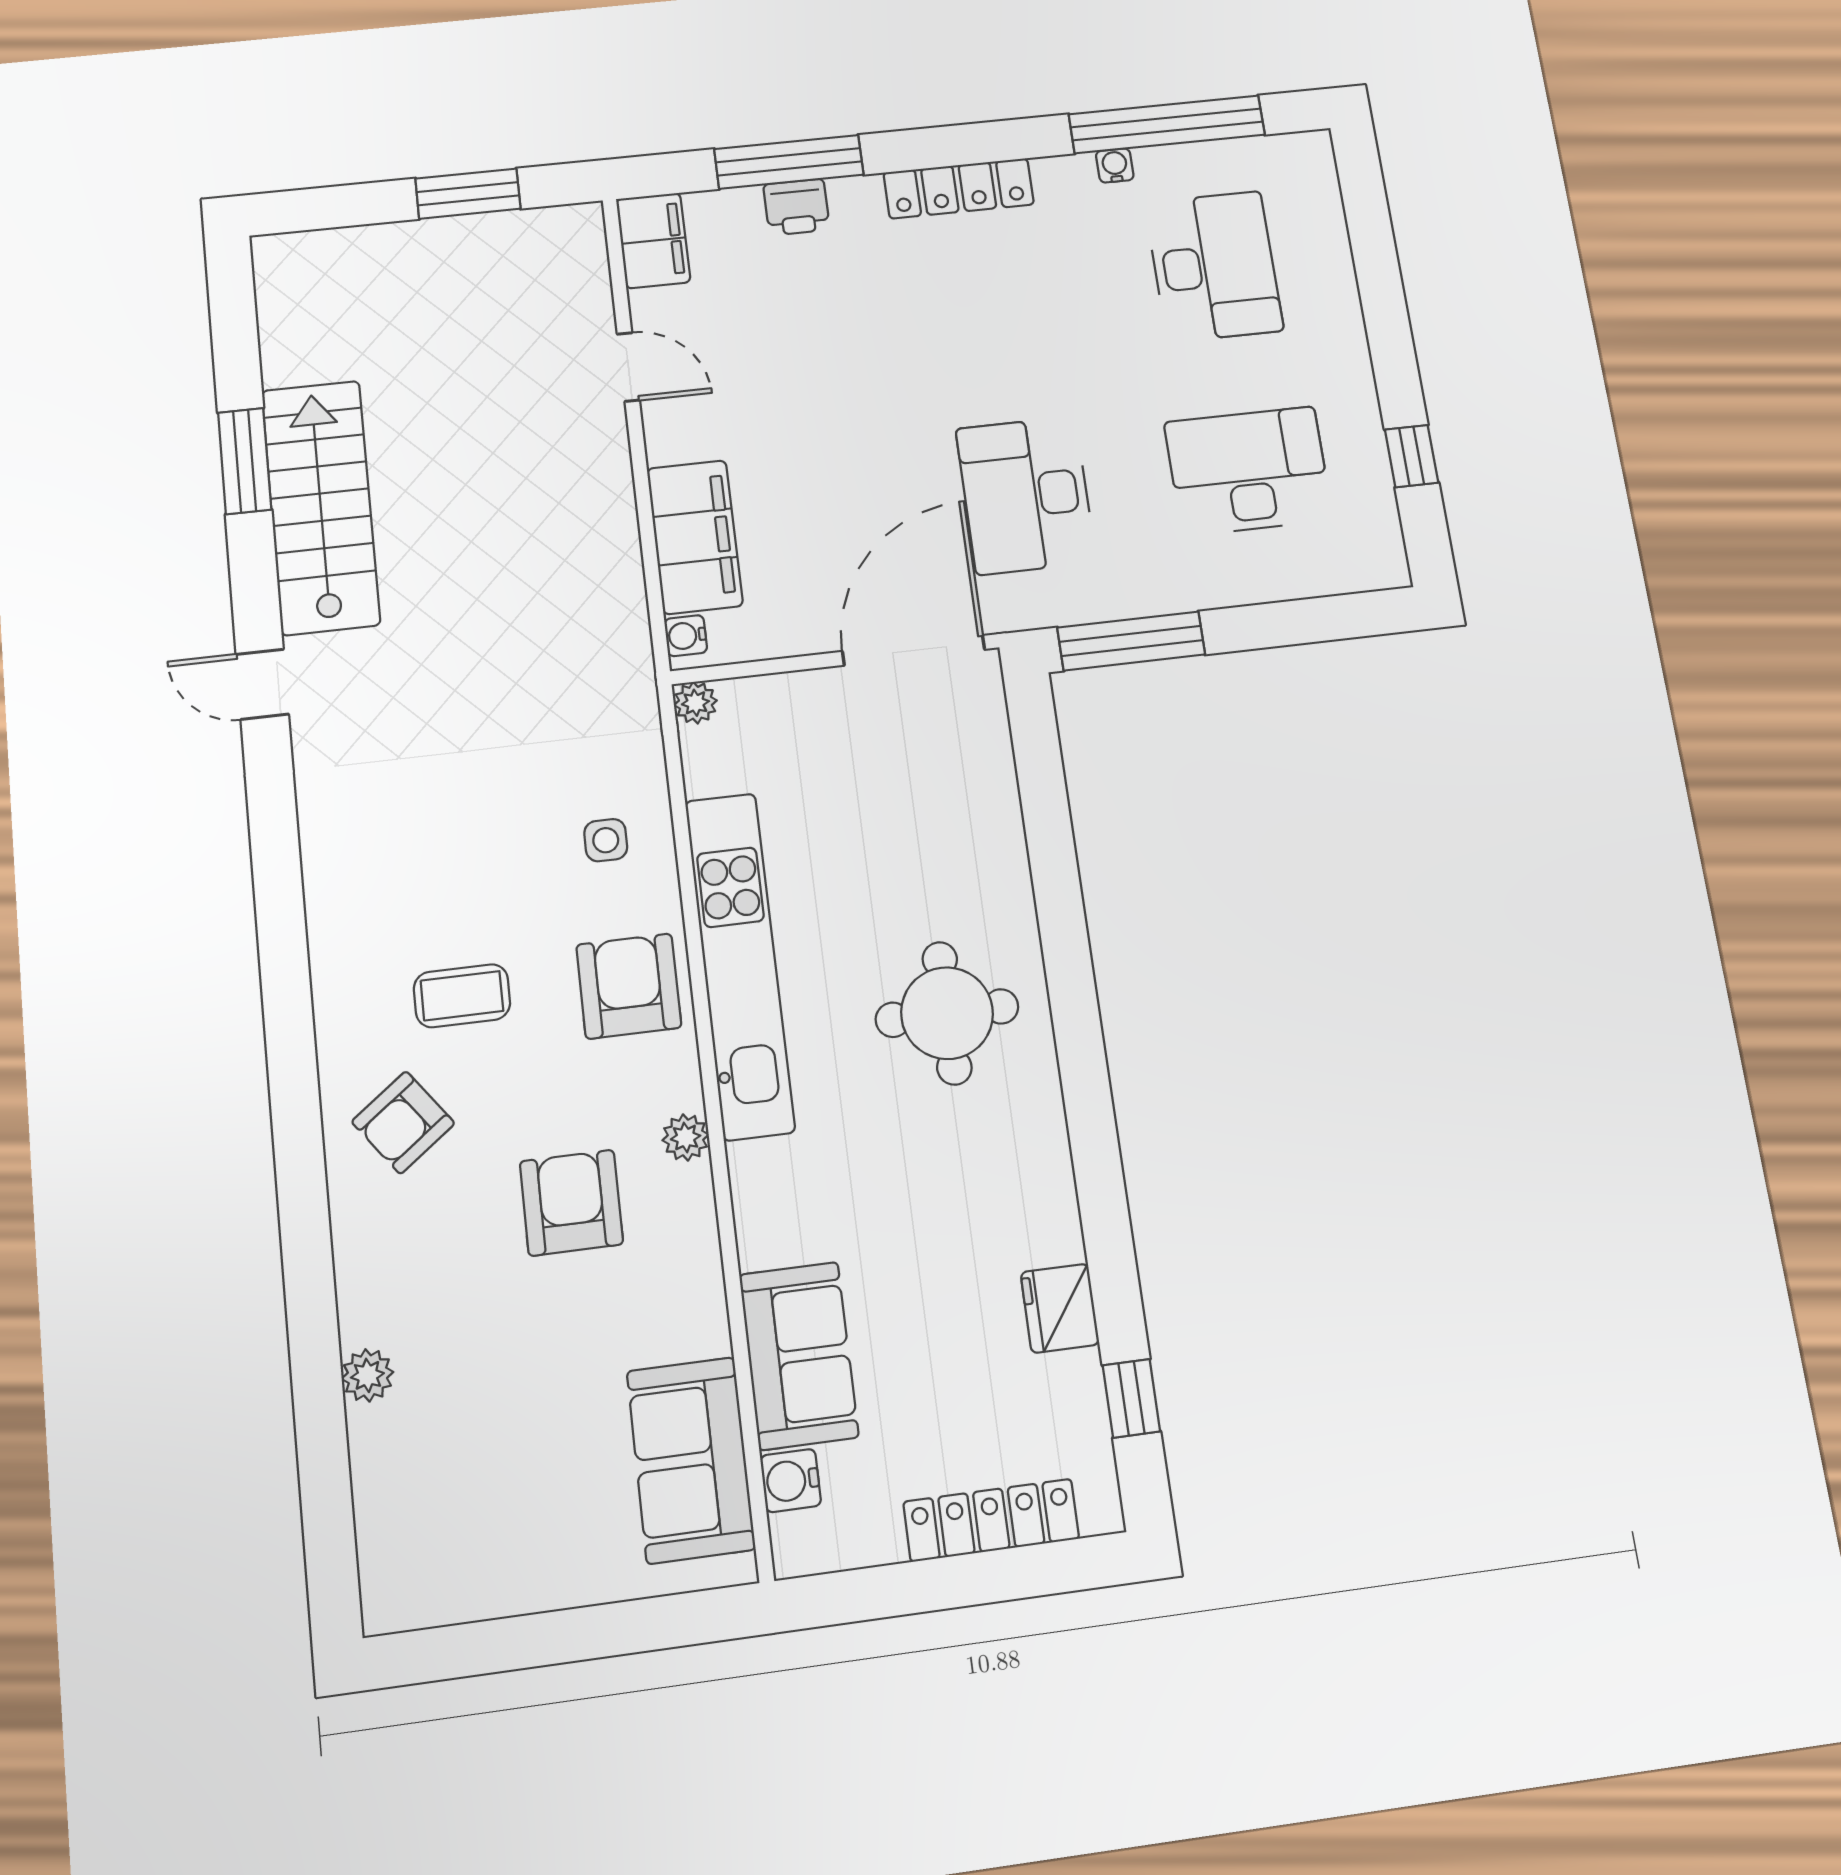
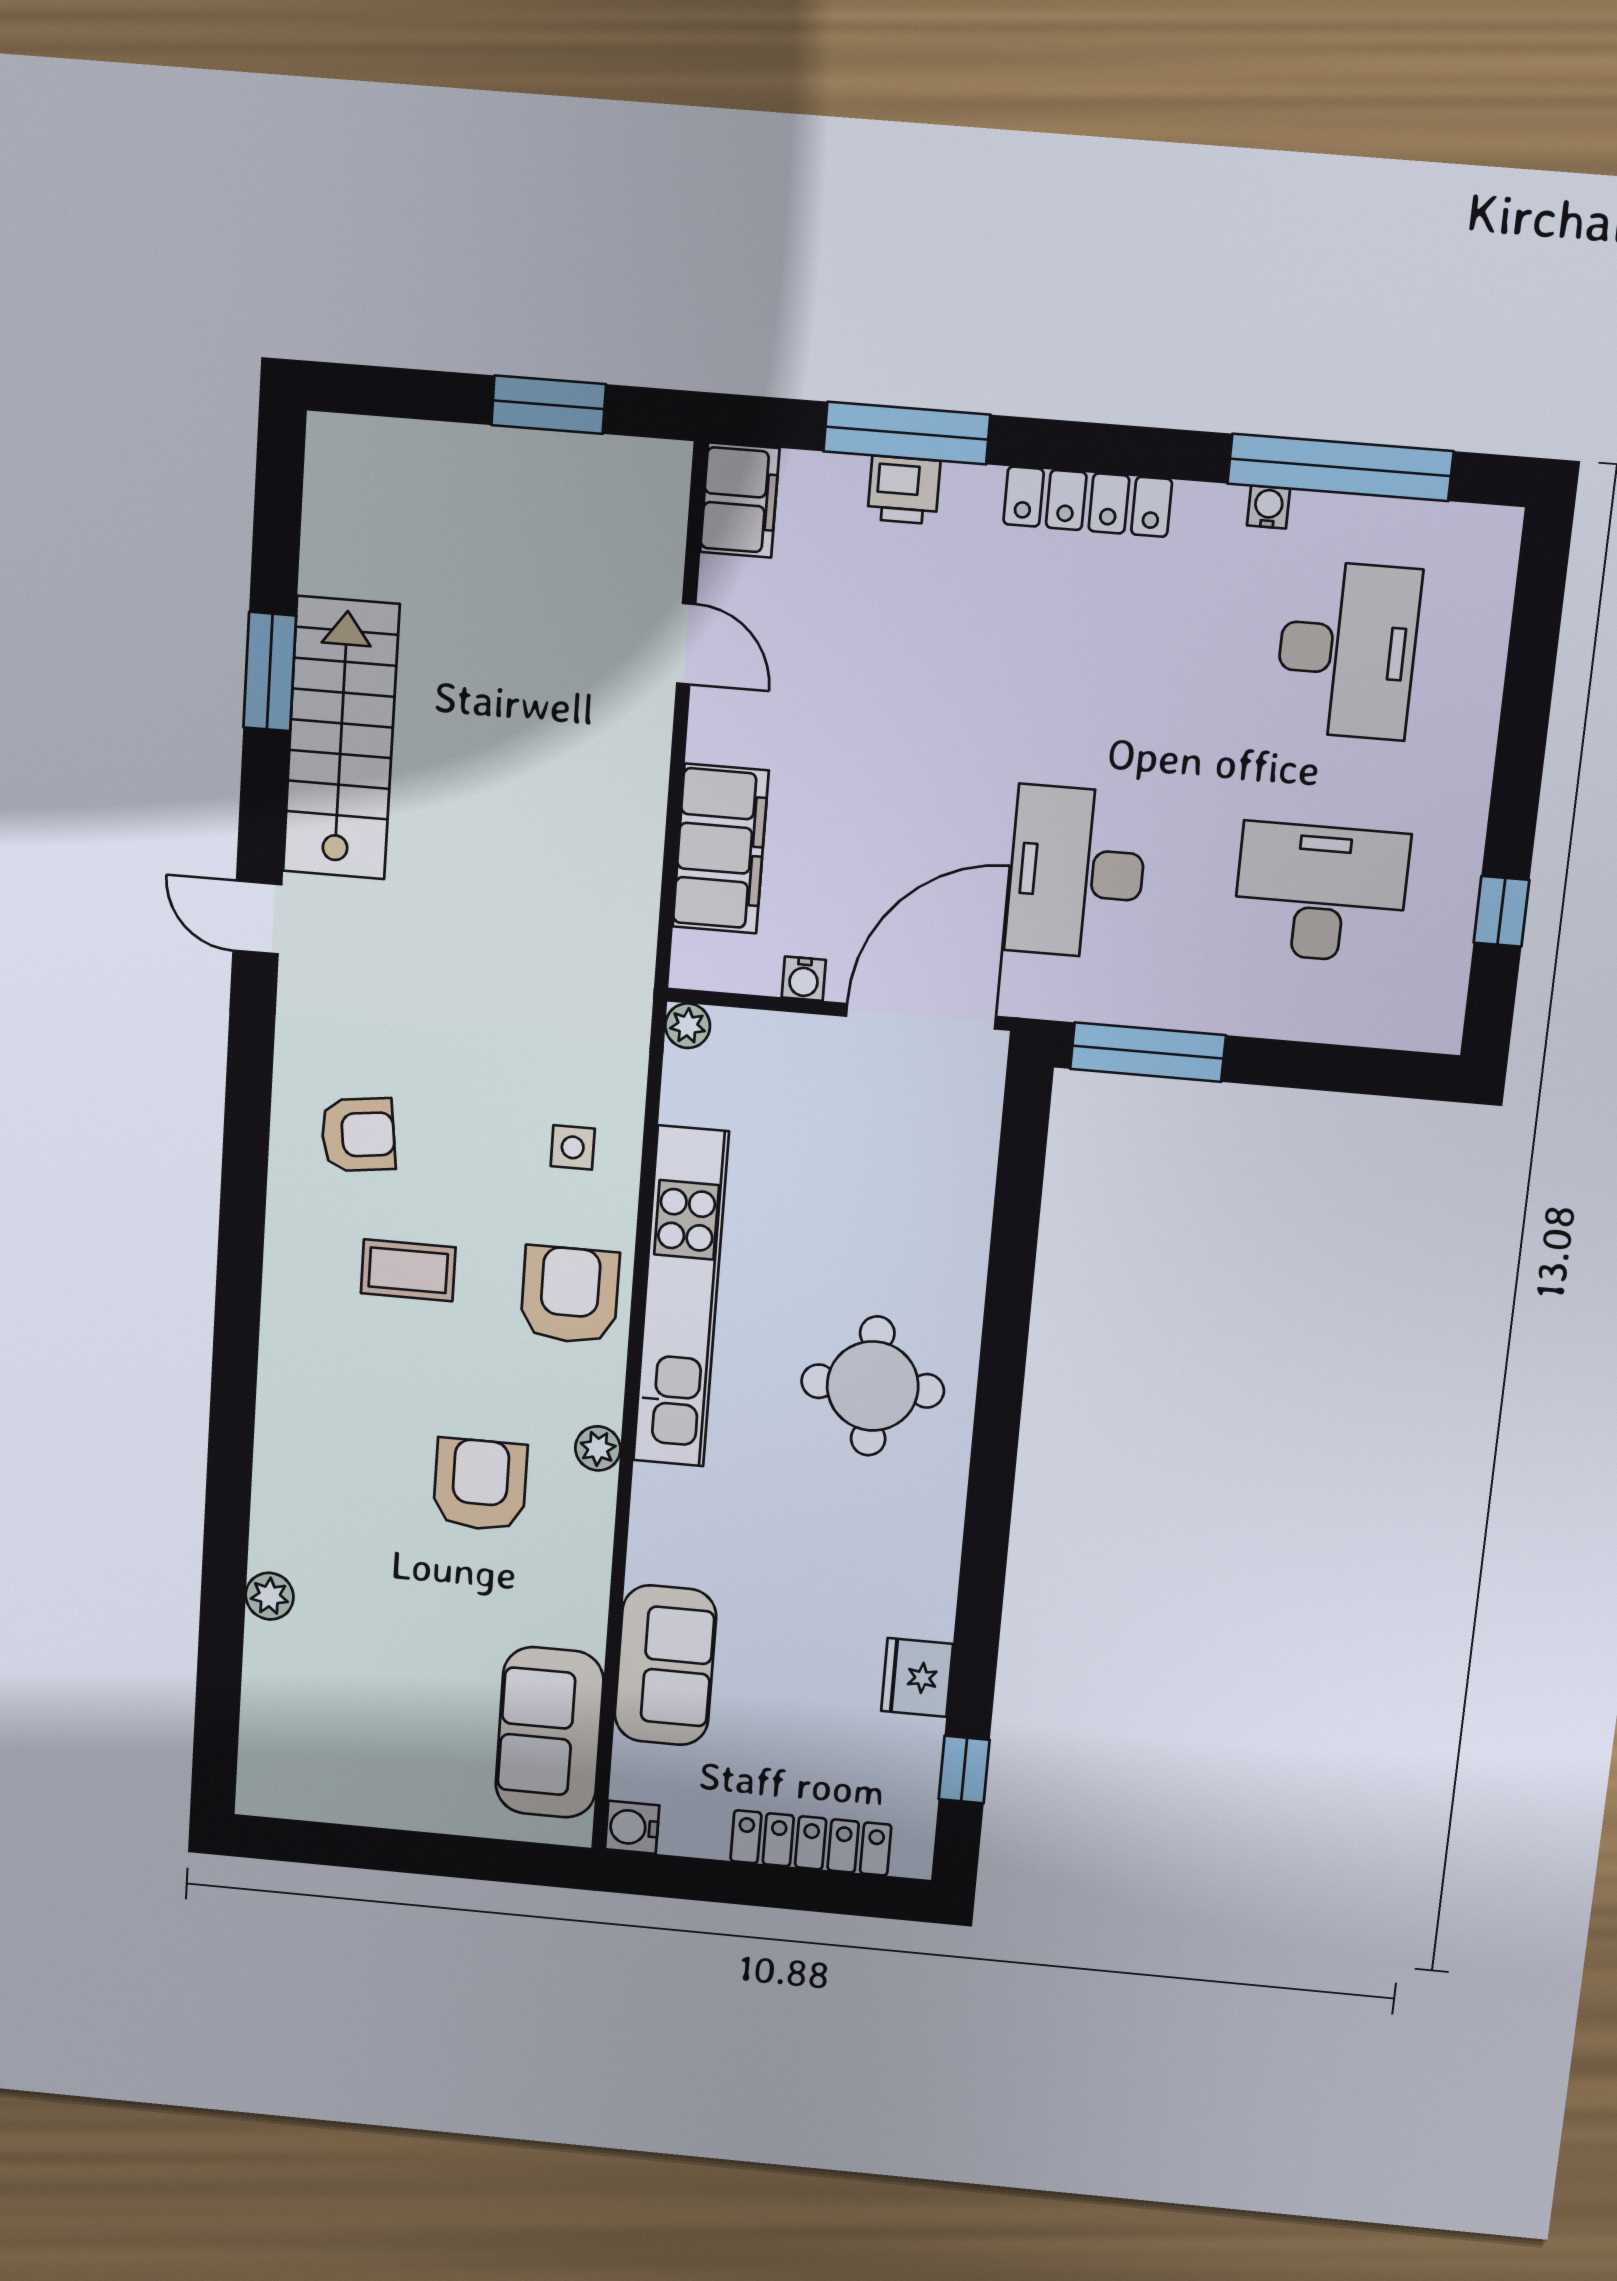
water cooler: (686, 636) -> (804, 979), moved, turned -90
armchair: (403, 1122) -> (358, 1135), moved, turned -150
water cooler: (791, 1481) -> (632, 1827), moved

